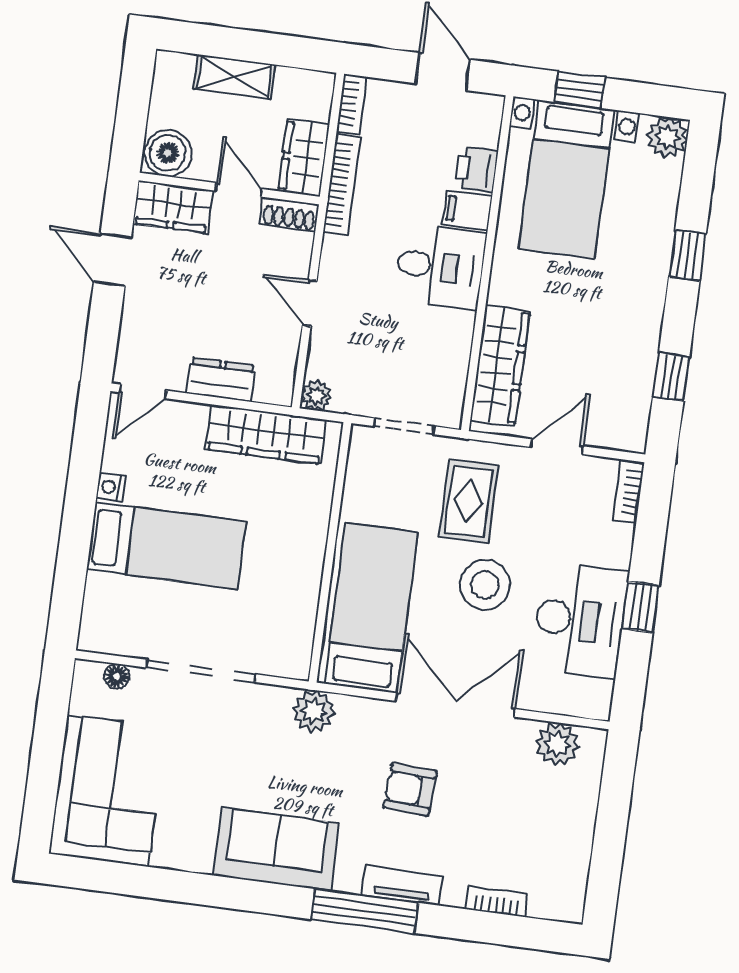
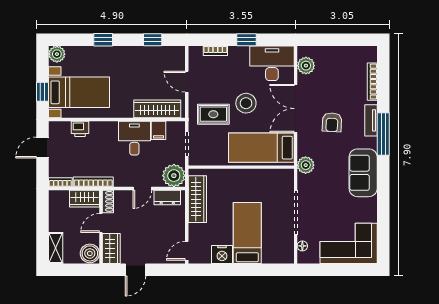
shelving: (234, 77) -> (56, 248), moved
filing cabinet: (467, 210) -> (158, 130), moved
desk: (440, 267) -> (134, 138), moved
dresser: (221, 380) -> (167, 197), moved, turned -90
door: (143, 391) -> (187, 251), swing flipped
plant: (316, 396) -> (174, 176), width x1.87, depth x1.87
nightstand: (110, 487) -> (222, 255), width x1.89, depth x1.79
bookcase: (628, 492) -> (215, 51), moved
desk: (580, 620) -> (272, 63), moved
bookcase: (497, 901) -> (372, 82), width x1.56

